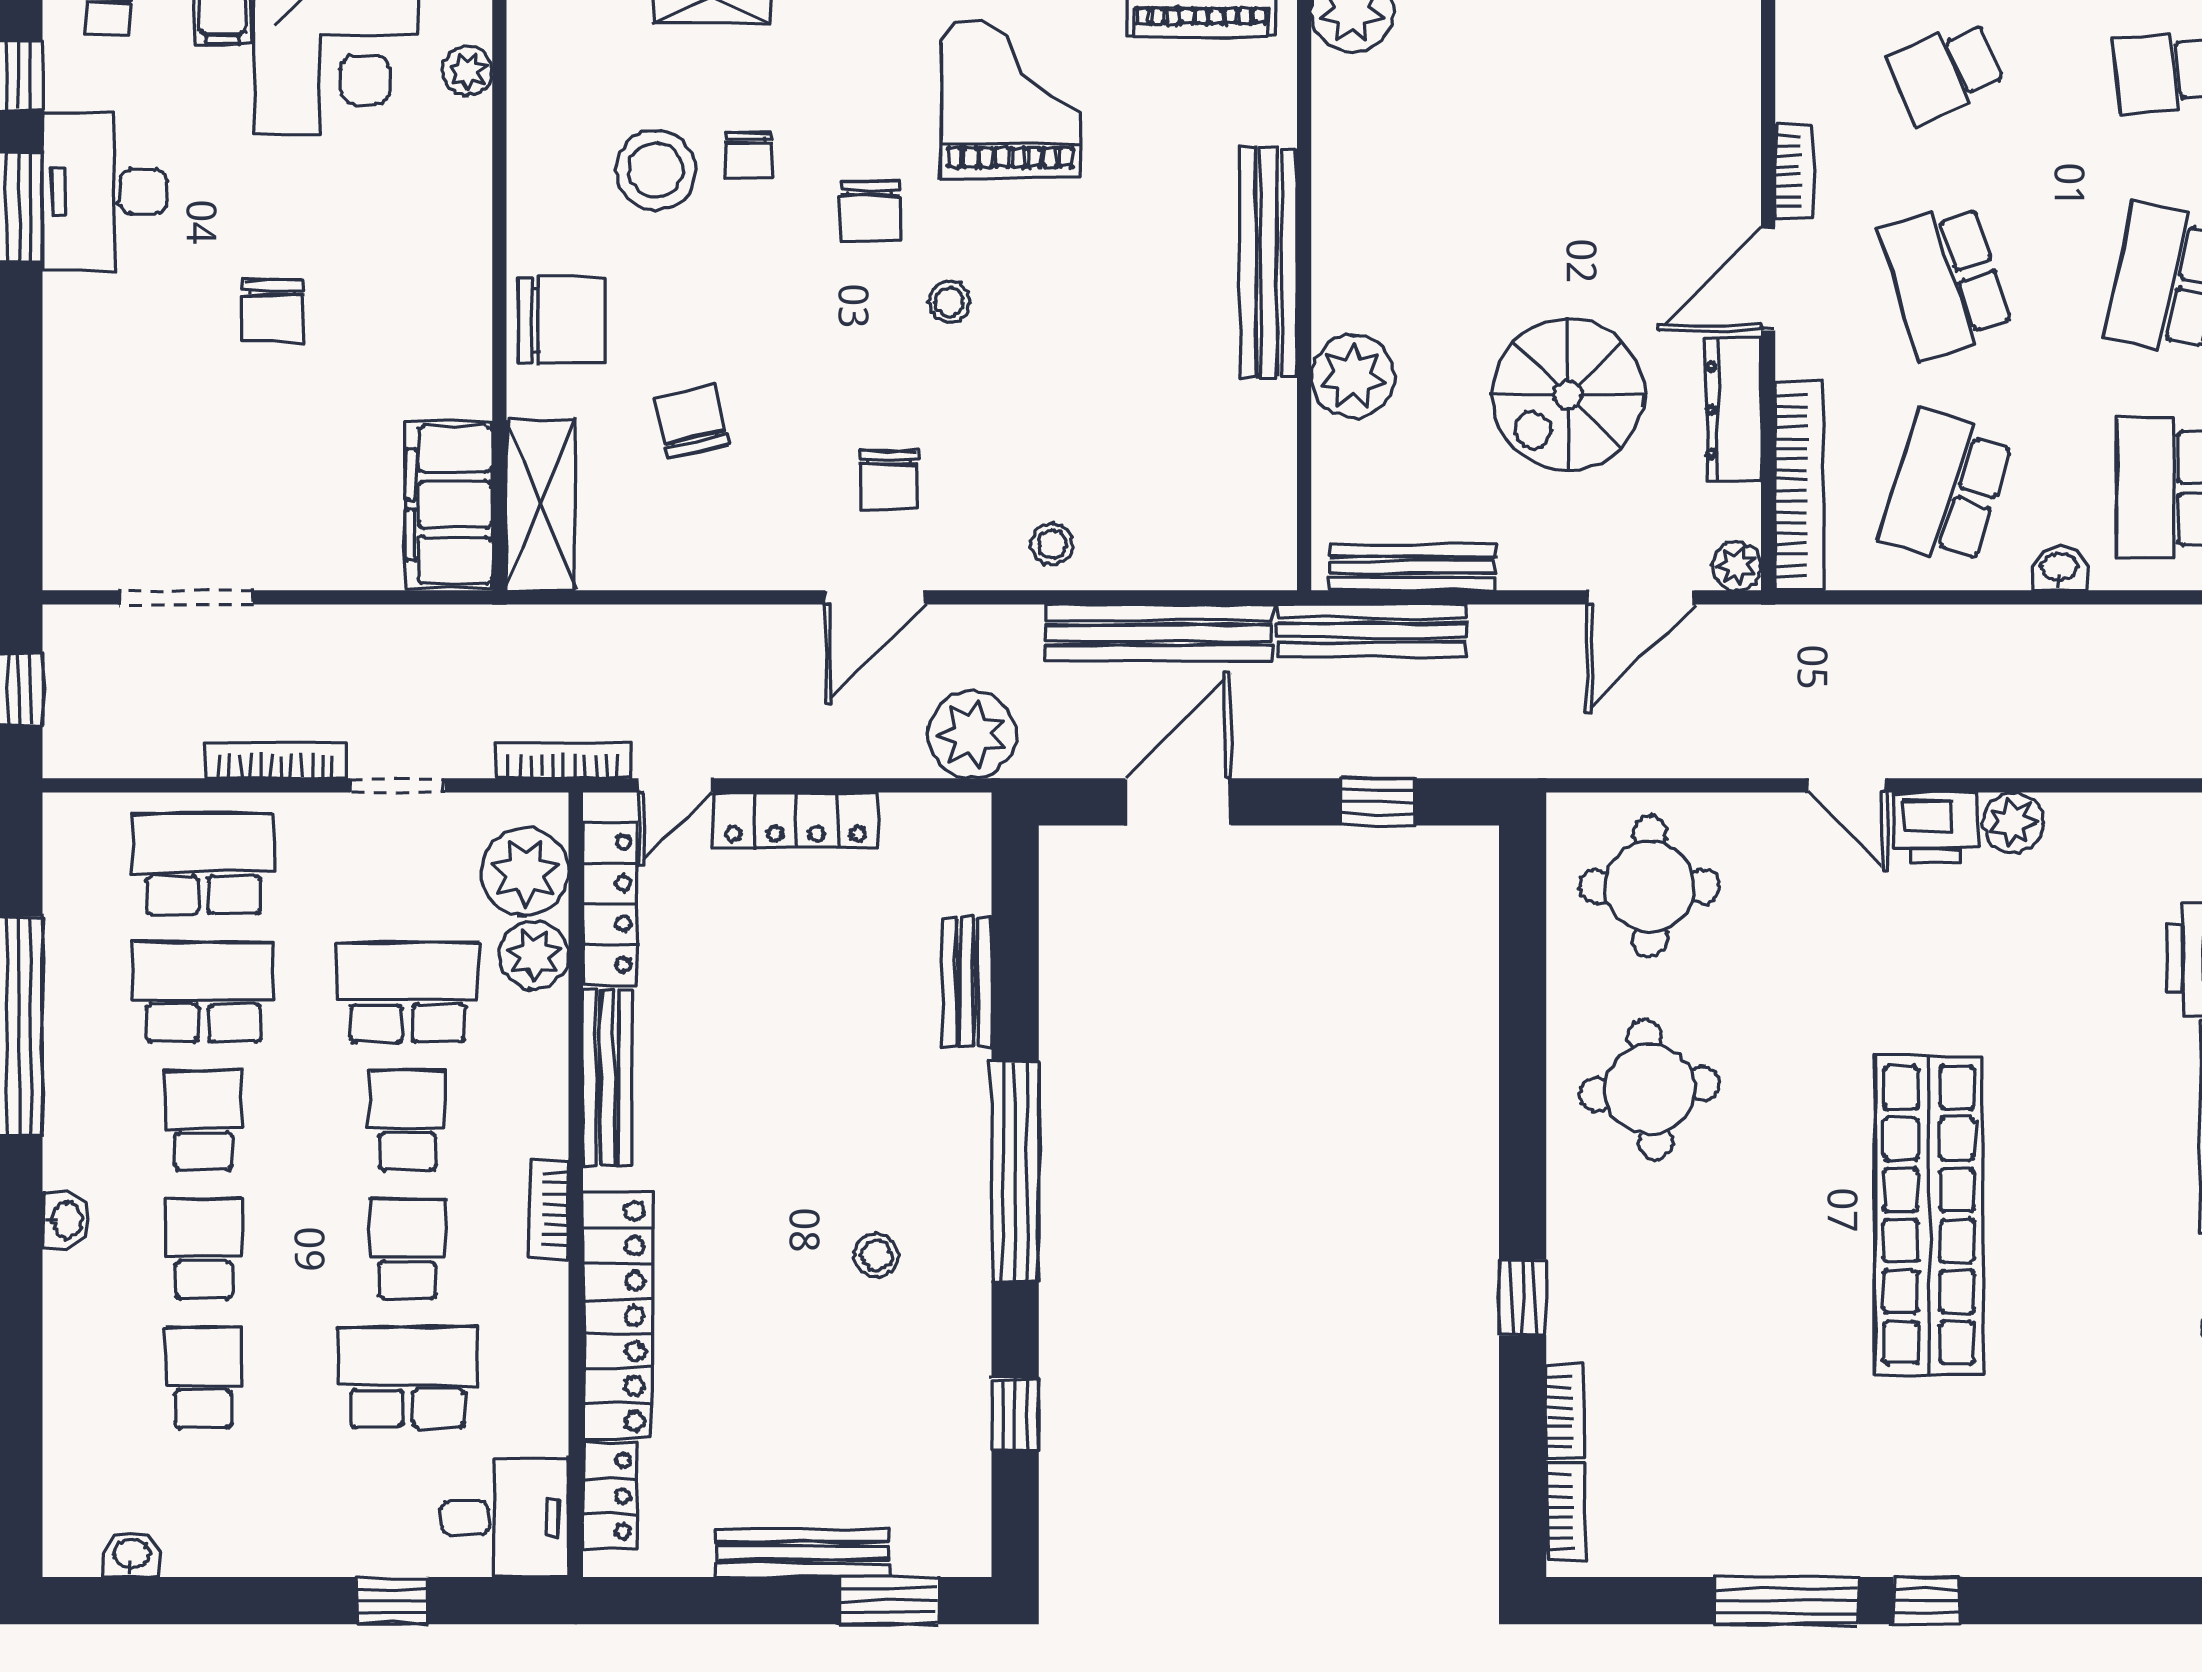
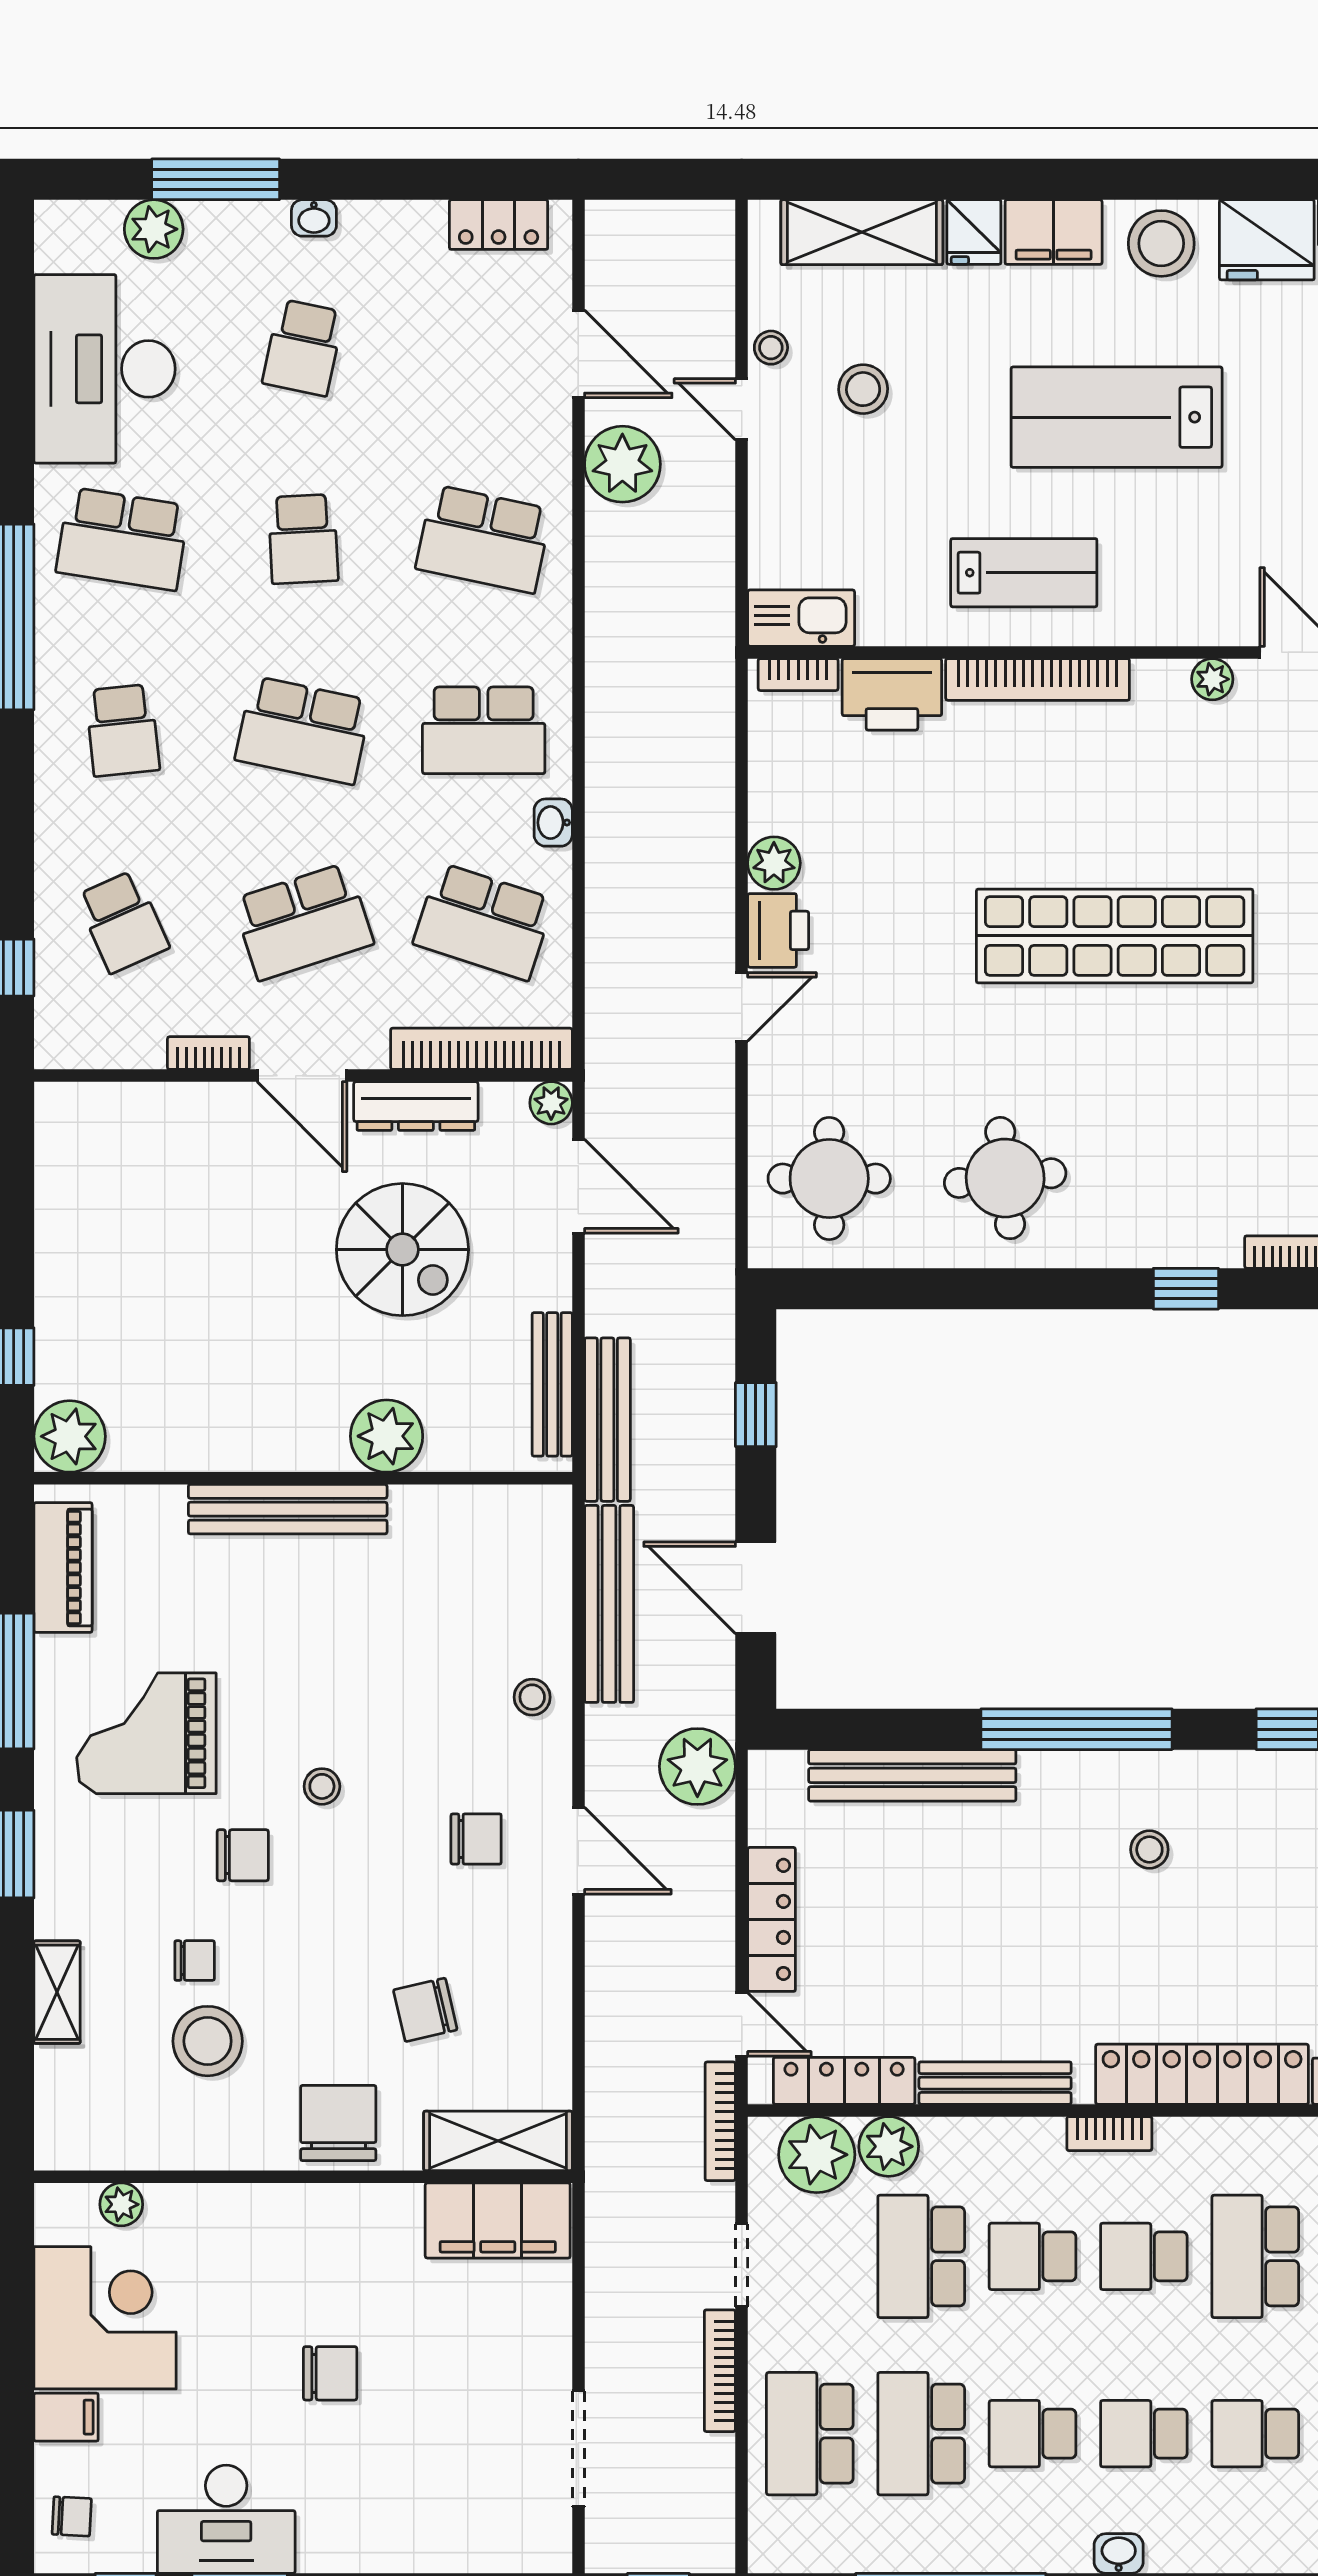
bench: (967, 982) -> (912, 1775), width x1.86, depth x1.21

